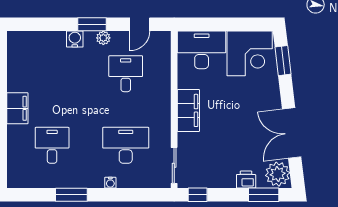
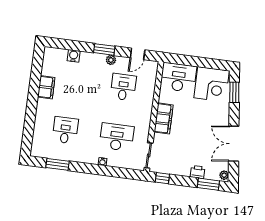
water cooler: (75, 39) -> (74, 56), moved
filing cabinet: (17, 108) -> (46, 87), moved
plant: (278, 174) -> (224, 175), width x0.53, depth x0.53
window: (71, 195) -> (58, 164), moved

